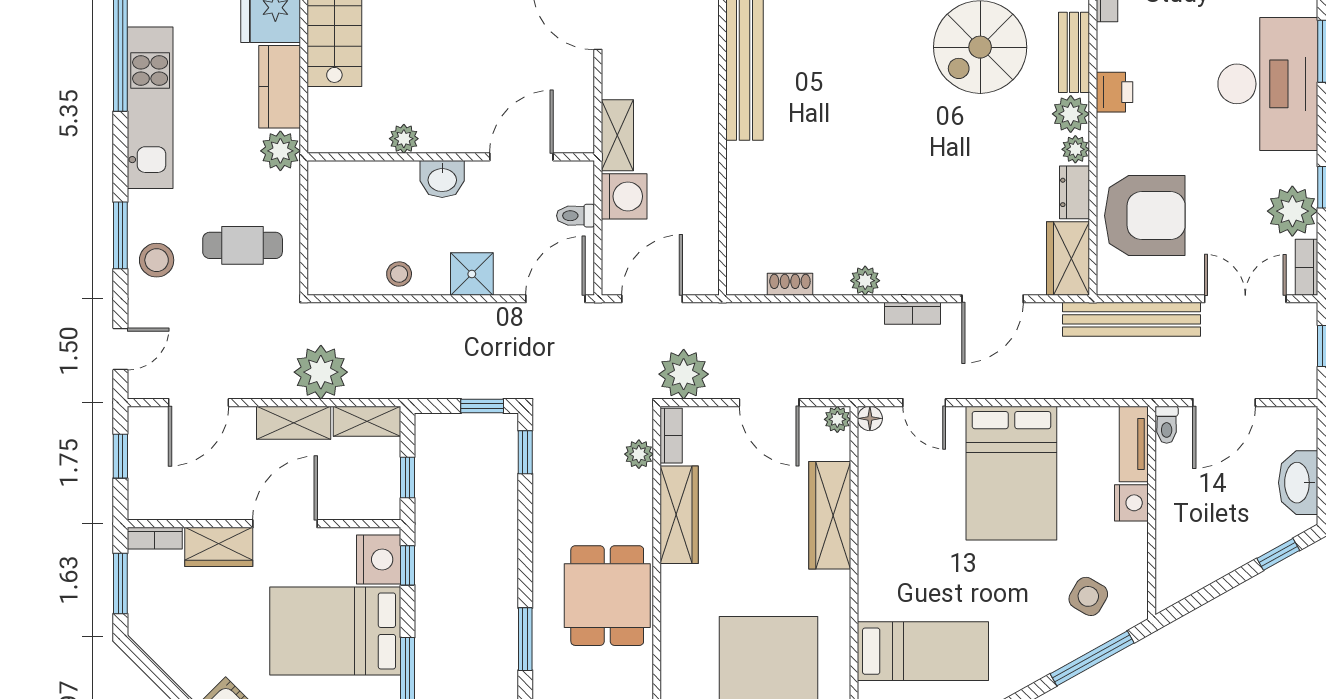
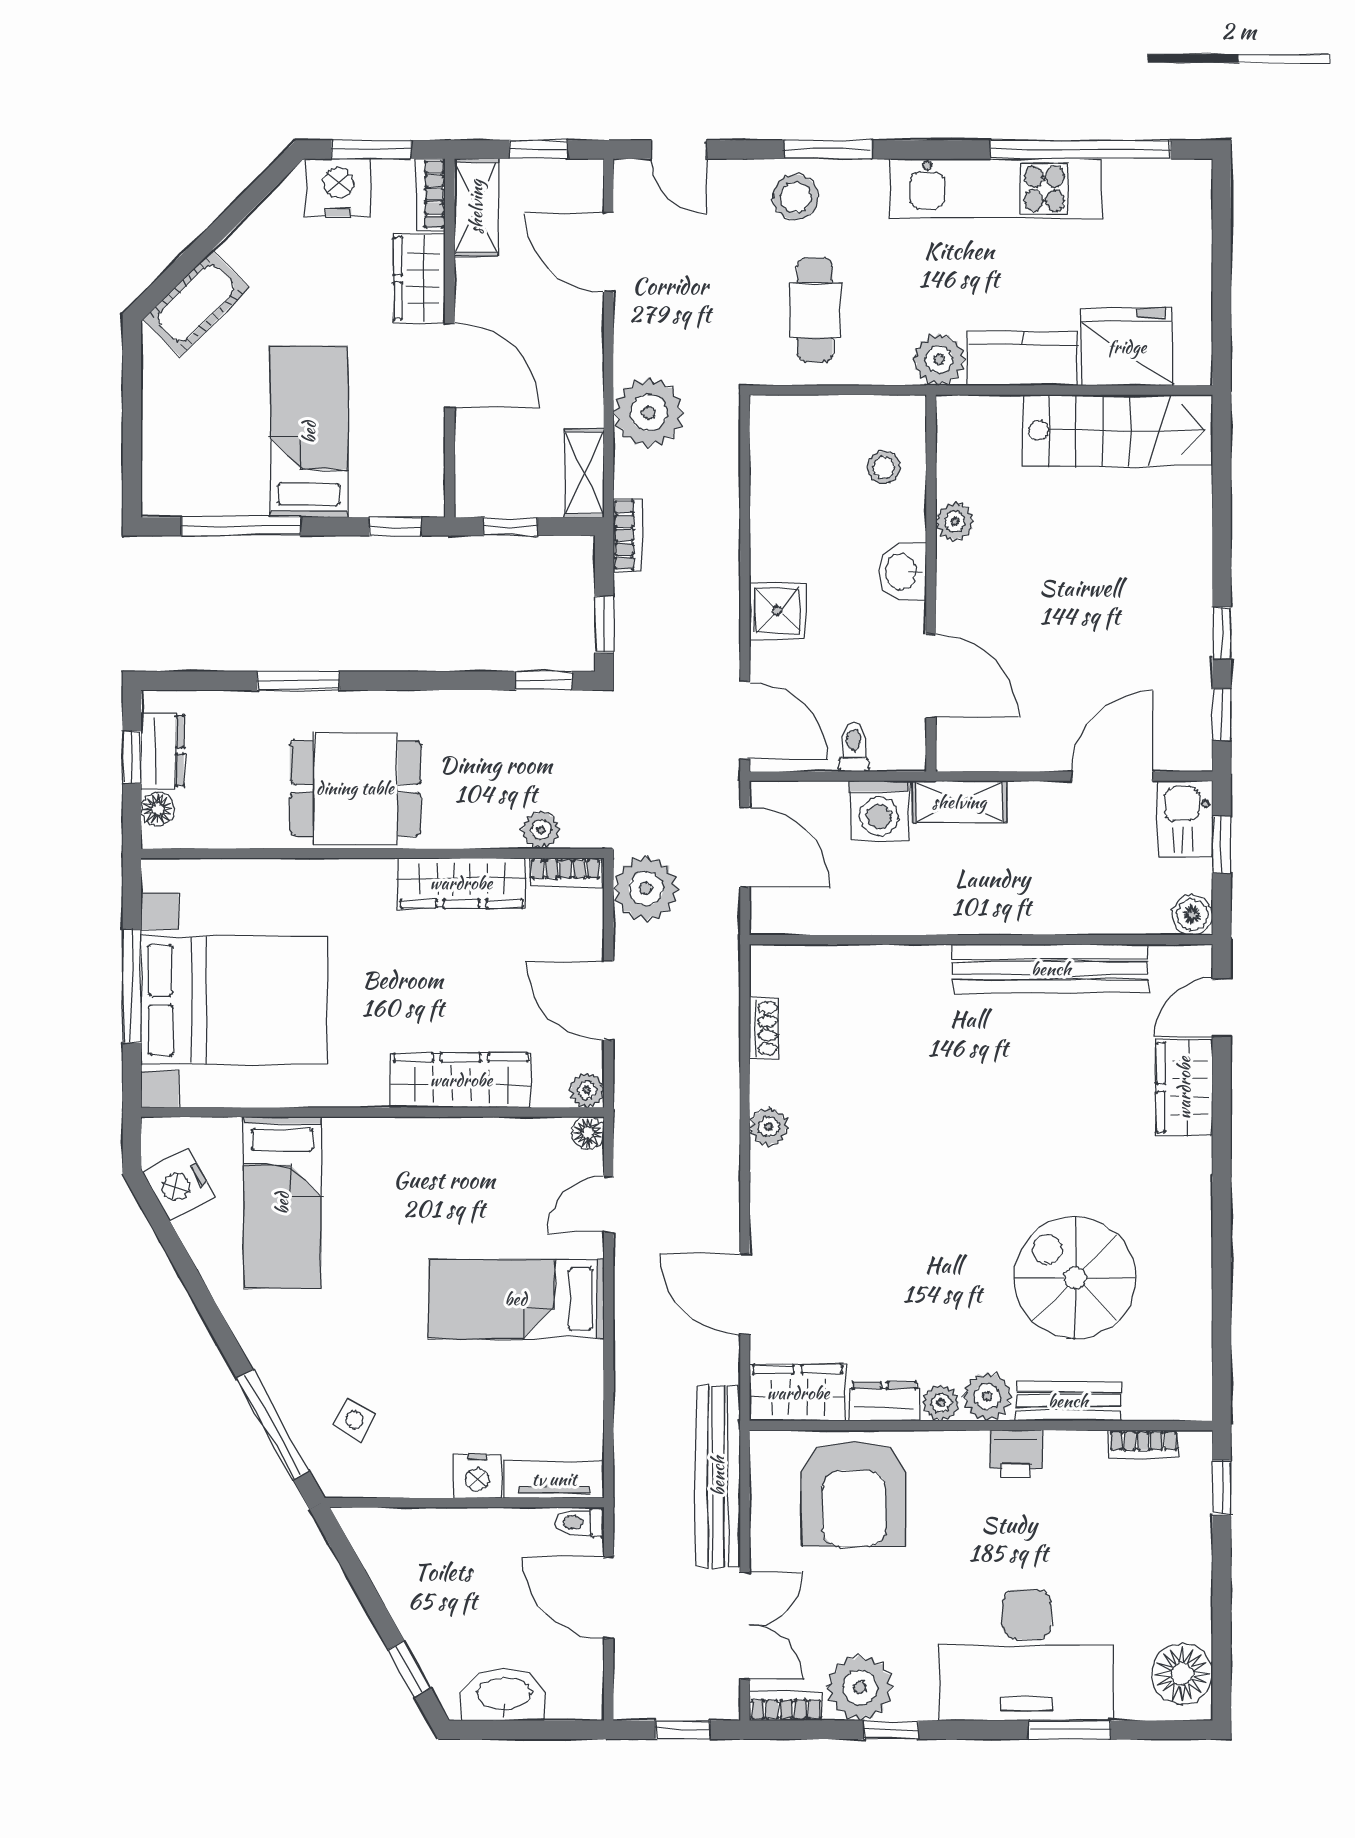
stool: (399, 274) -> (884, 467), moved
bookcase: (913, 313) -> (628, 535), moved, turned 180
door: (769, 403) -> (609, 1001), hinge flipped
shelving: (294, 423) -> (476, 207), moved
bed: (1011, 473) -> (516, 1299), width x0.67
nightstand: (379, 560) -> (338, 187), moved, turned 180
side table: (1088, 596) -> (354, 1420), width x0.73, depth x0.73
bed: (335, 631) -> (309, 432), width x0.67

